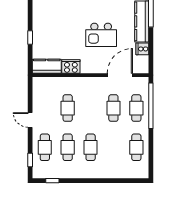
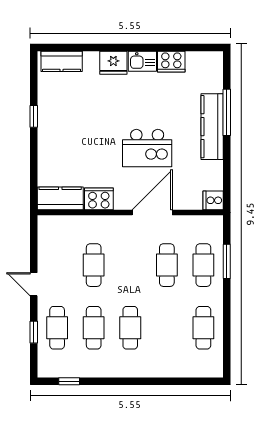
window: (30, 38) -> (34, 116), moved
cooker: (142, 49) -> (213, 200), moved
door: (120, 75) -> (152, 213), moved
window: (151, 106) -> (227, 261), width x0.47
window: (30, 160) -> (34, 332), moved

